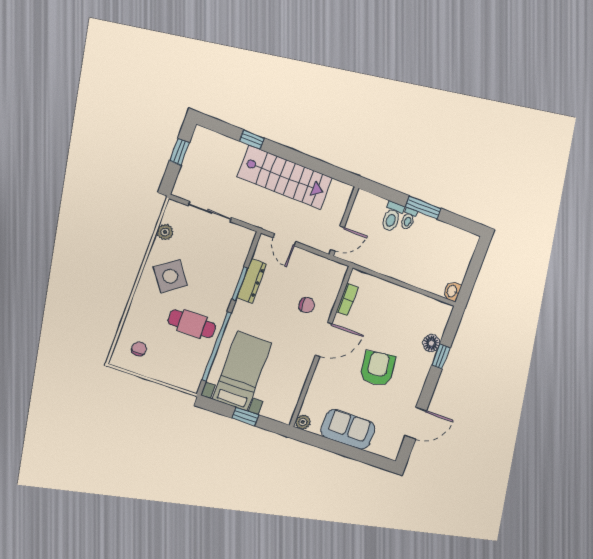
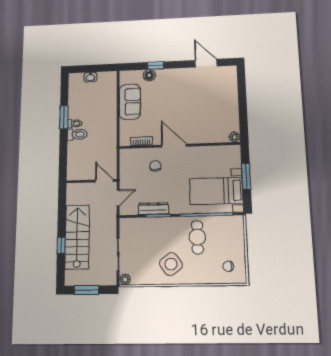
window: (179, 152) -> (87, 290), width x1.50
stairs: (285, 177) -> (77, 237), moved
wall: (344, 221) -> (92, 181), moved
plant: (165, 232) -> (125, 279), moved
door: (338, 239) -> (104, 181), moved
washbasin: (452, 291) -> (90, 77), moved
armchair: (378, 369) -> (179, 103), removed
window: (245, 417) -> (246, 176), width x1.50
sofa: (348, 429) -> (130, 102), moved, turned 180

